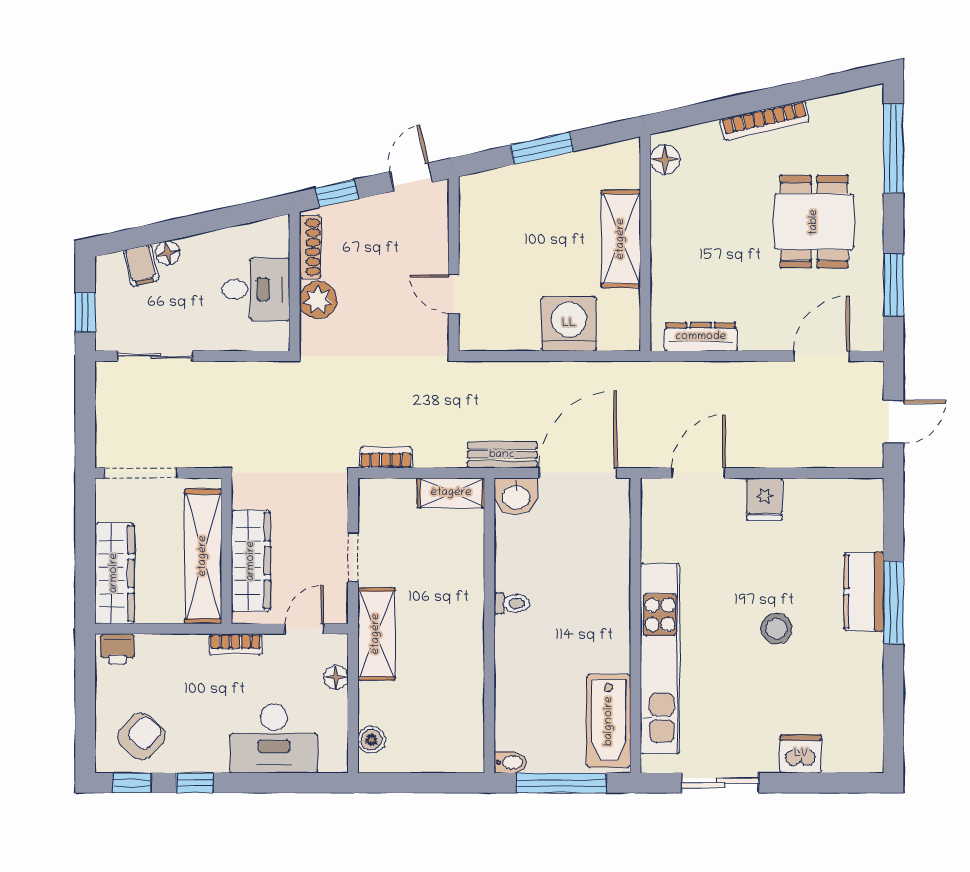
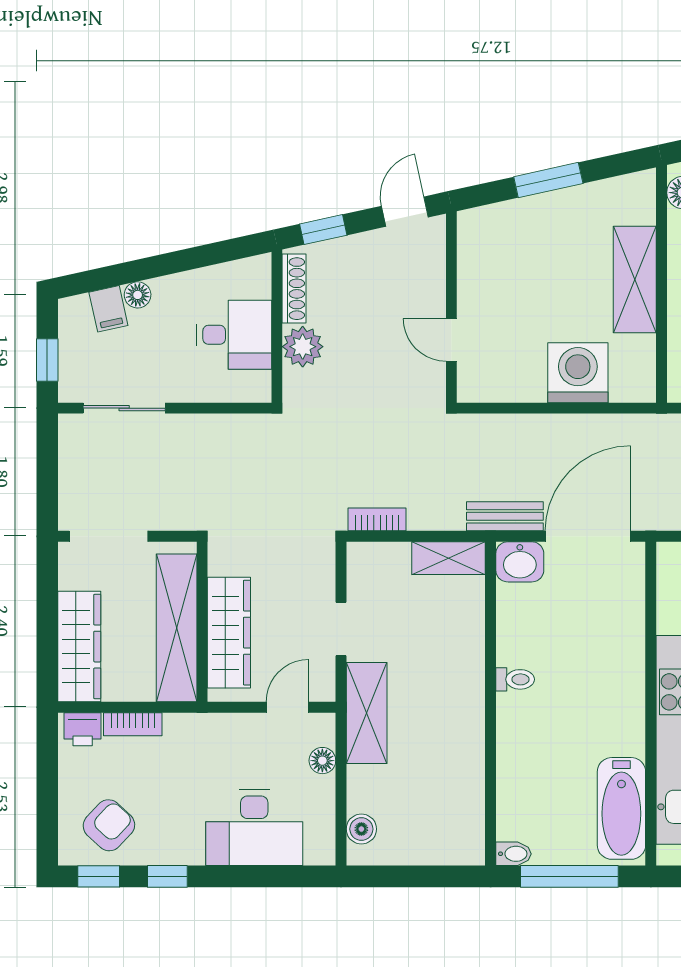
bookcase: (236, 644) -> (133, 724), moved

